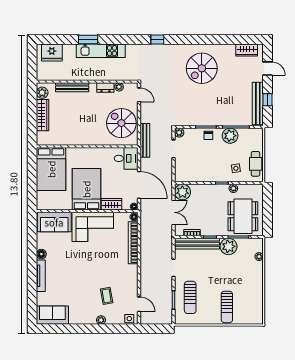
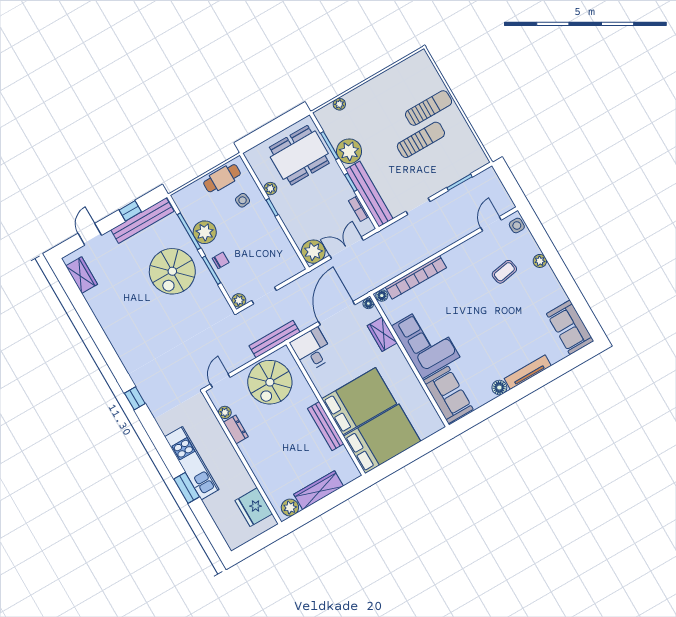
fridge: (52, 52) -> (254, 507), moved, turned 180
spiral stairs: (202, 68) -> (172, 271), moved, turned 90
bench: (72, 87) -> (326, 426), moved
bed: (86, 189) -> (359, 401), moved, turned 180
sun lounger: (190, 297) -> (421, 140), moved

